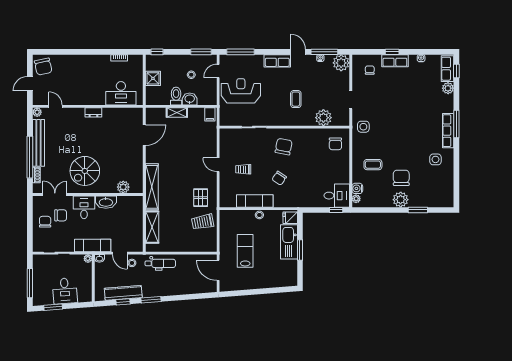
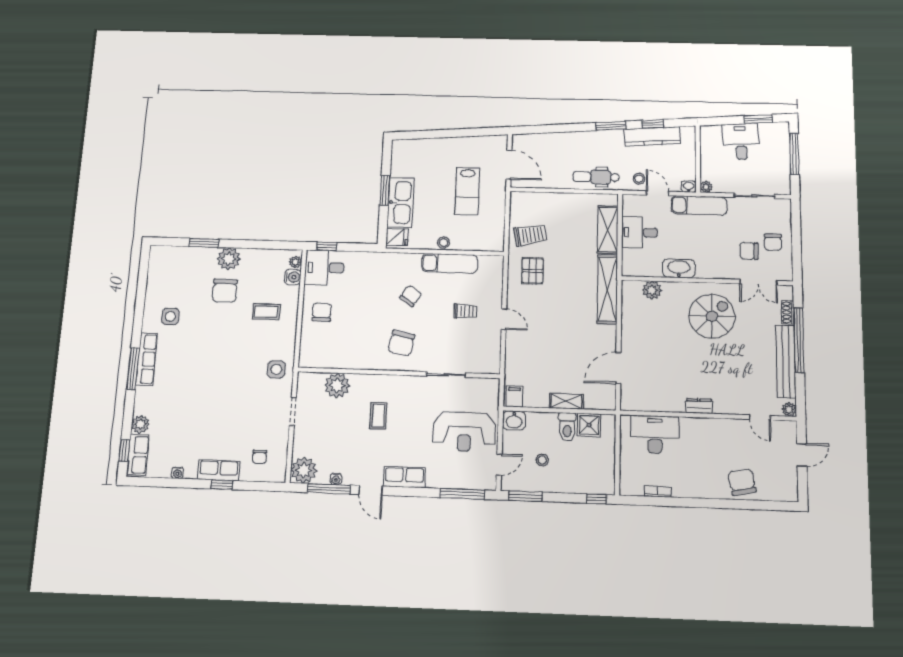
chair: (43, 67) -> (742, 482), moved
shower: (153, 78) -> (589, 425), moved
washbasin: (190, 99) -> (514, 420), moved
chair: (335, 144) -> (322, 312), moved
desk: (84, 207) -> (639, 232), moved, turned 90

